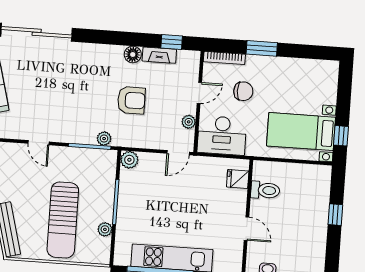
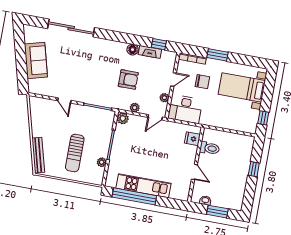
bed with nightstands: (301, 132) -> (242, 87), moved
plant: (104, 139) -> (135, 108), moved
sun lounger: (63, 220) -> (75, 153), width x0.73, depth x0.75

